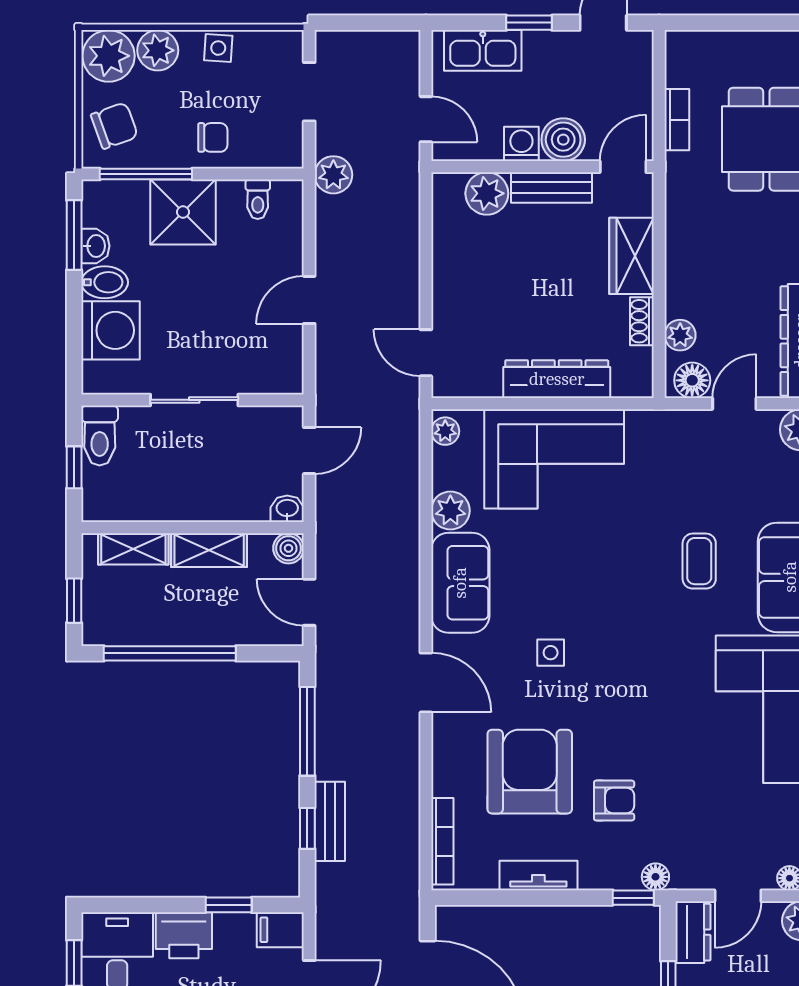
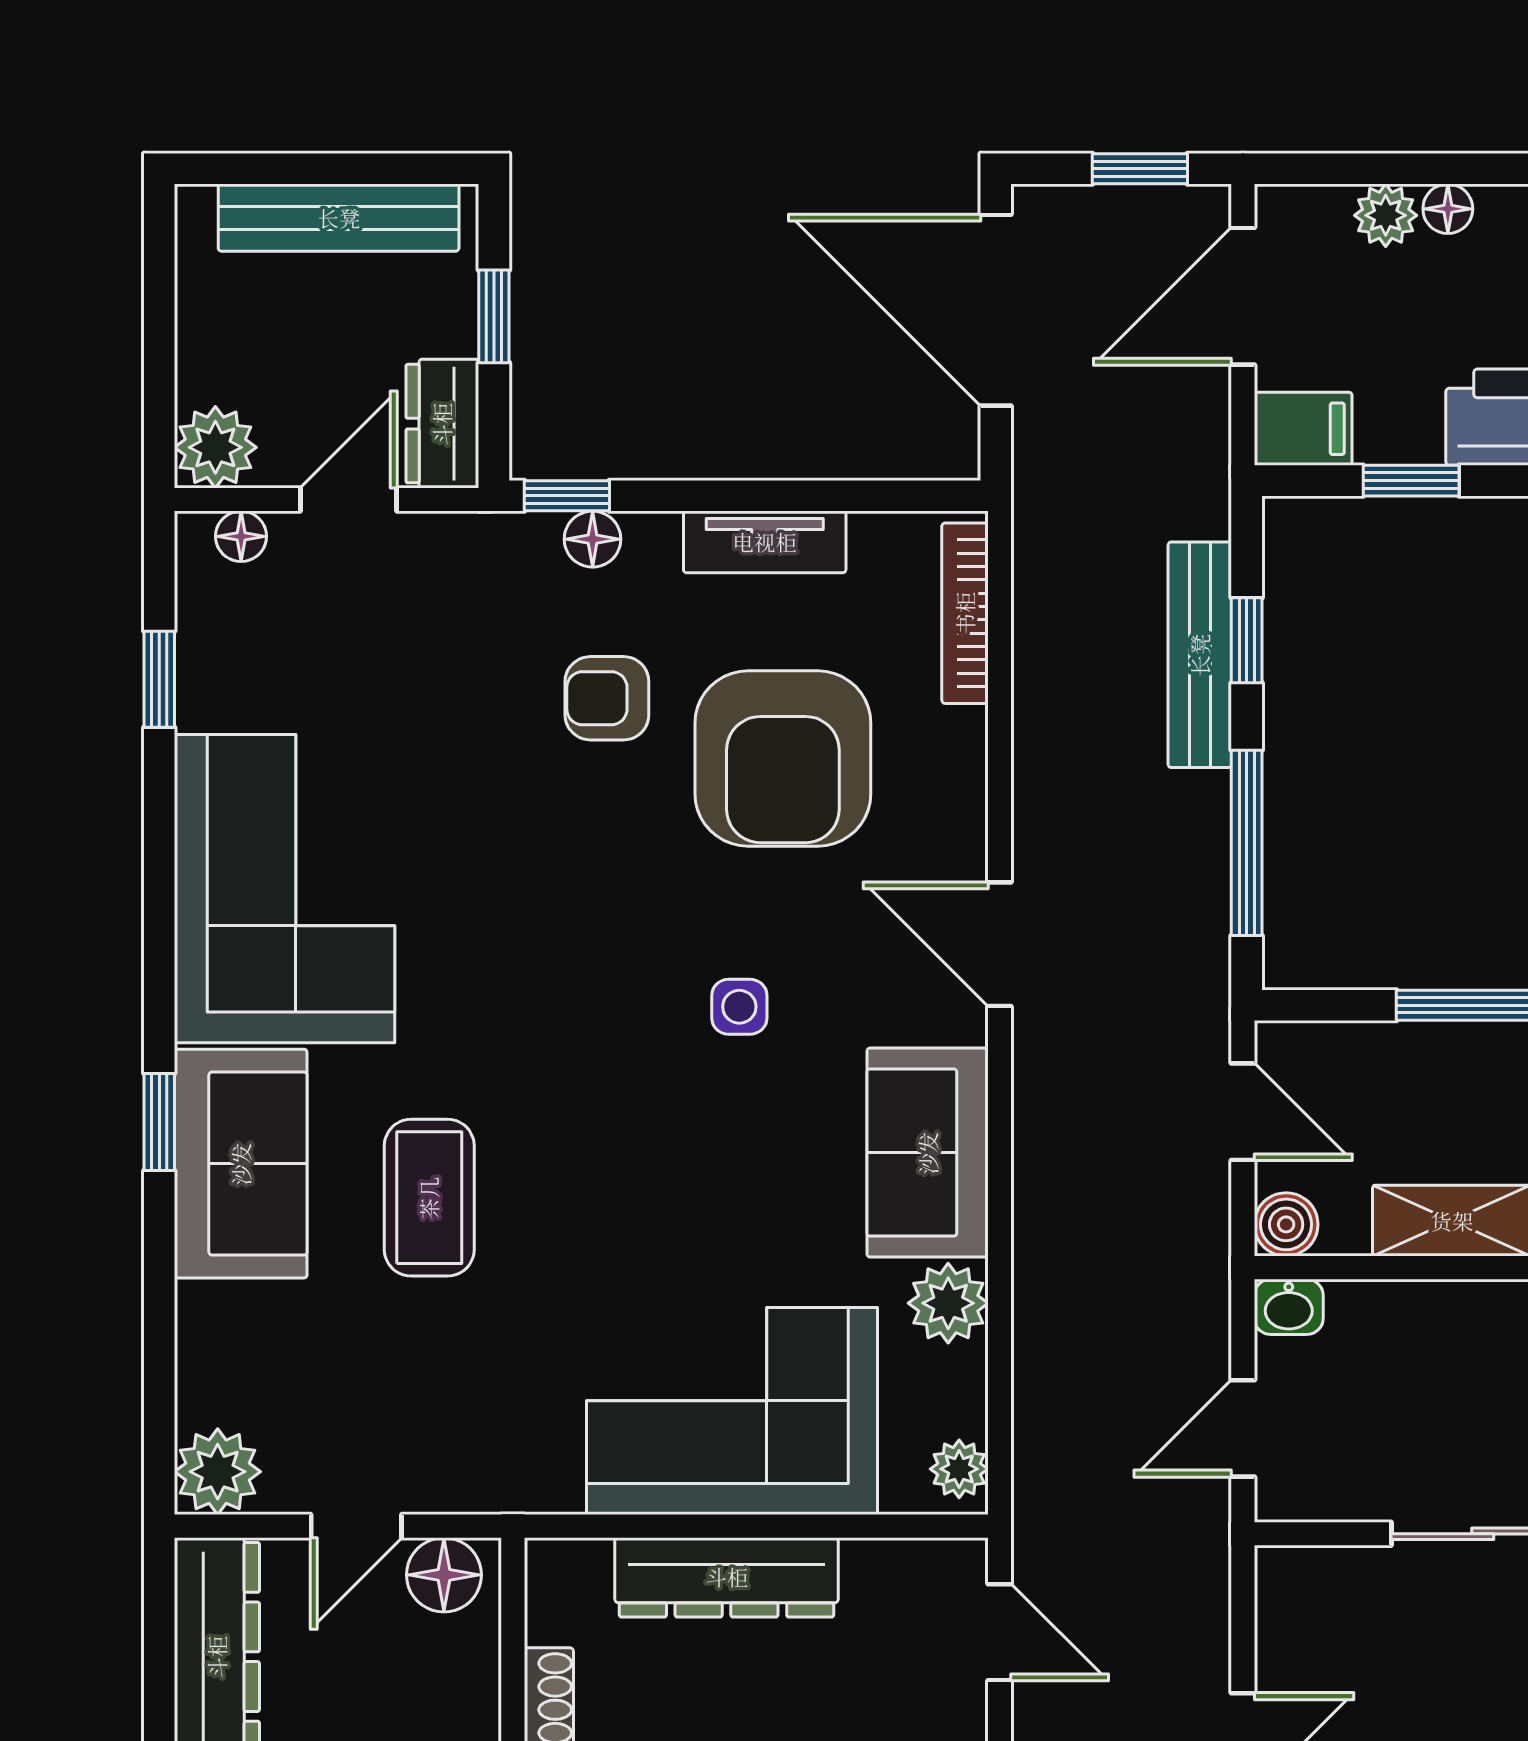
plant: (680, 335) -> (469, 1669), removed
coffee table: (699, 561) -> (429, 1198), width x1.36, depth x1.30
bench: (330, 821) -> (1200, 655), width x1.36
floor lamp: (655, 877) -> (593, 539), moved

